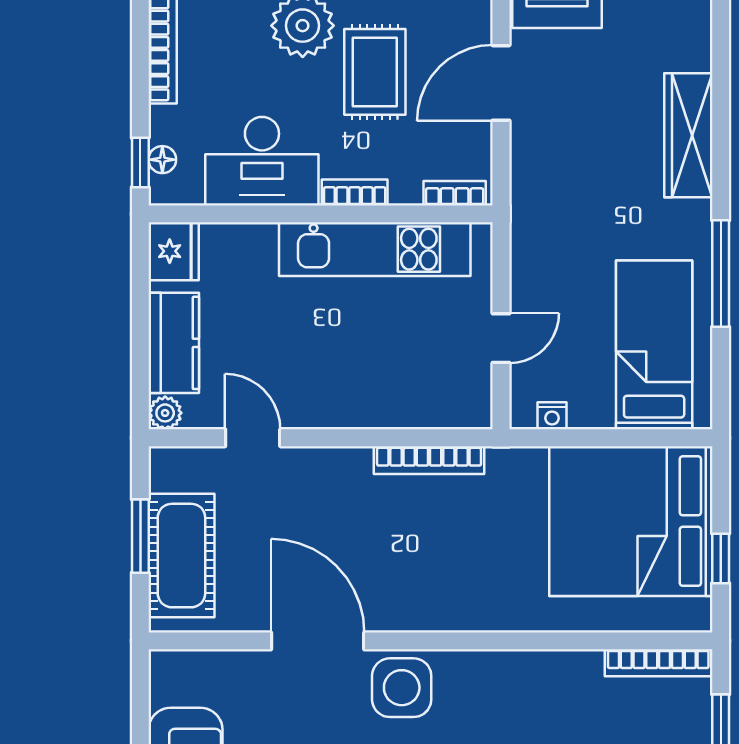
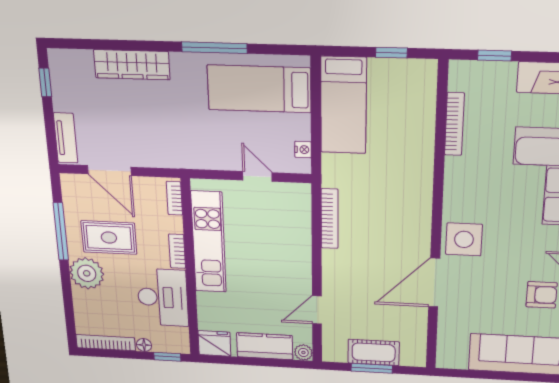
floor lamp: (162, 160) -> (144, 345), moved
bed: (631, 521) -> (343, 105), width x0.49
cot: (181, 556) -> (374, 352), width x0.73, depth x0.75
bookcase: (658, 663) -> (454, 124), moved

